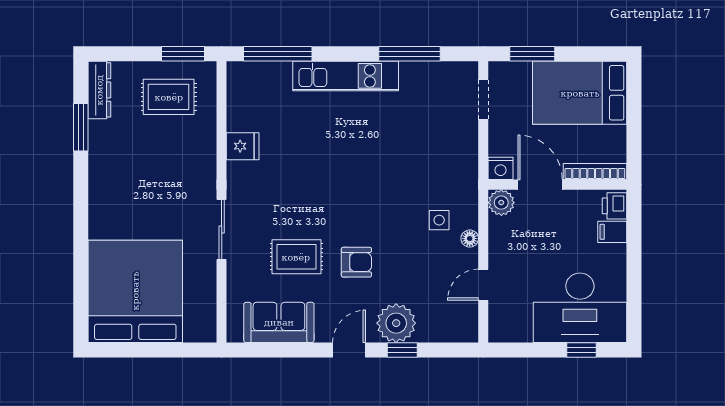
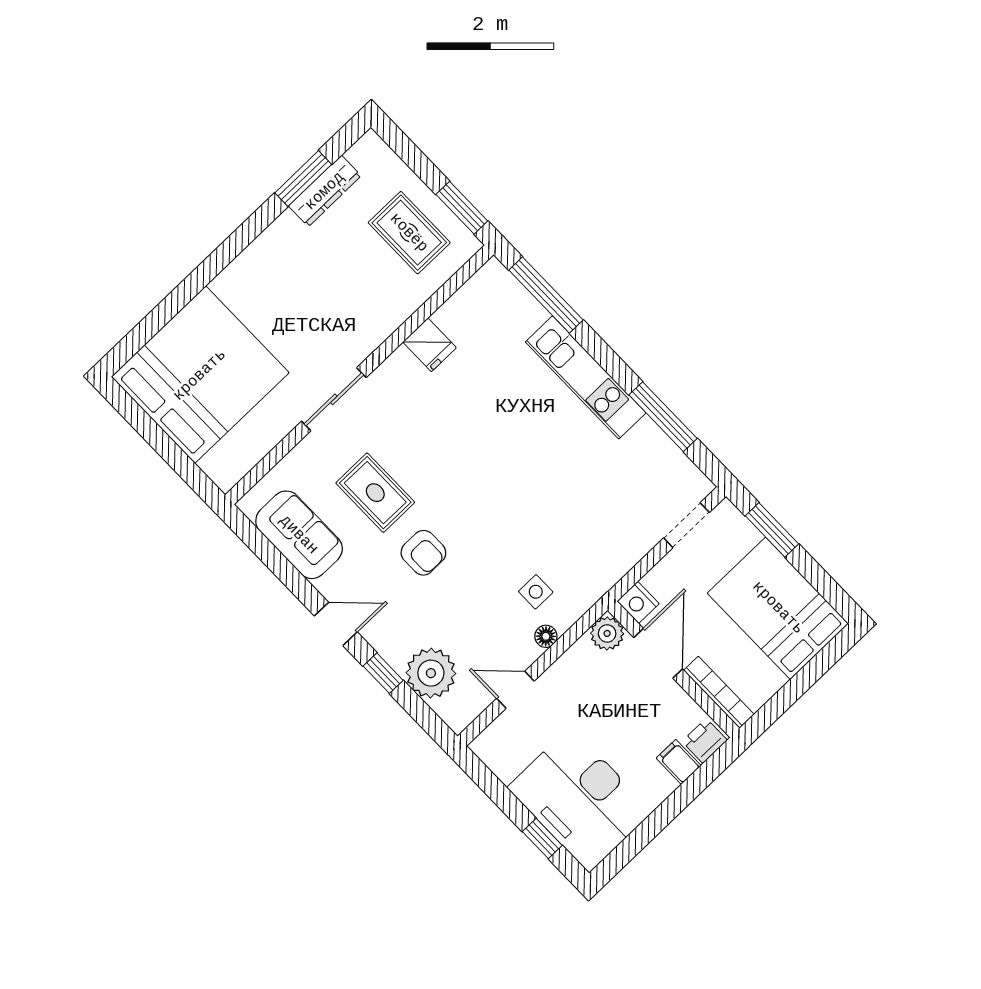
dresser: (99, 90) -> (325, 191), moved
plant: (396, 323) -> (431, 673), moved

